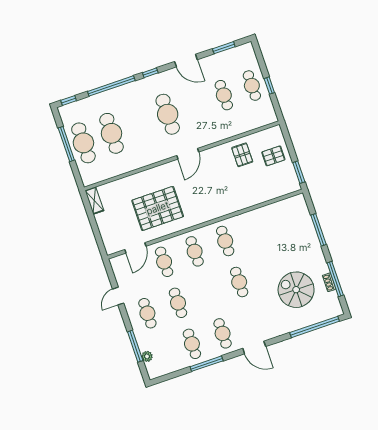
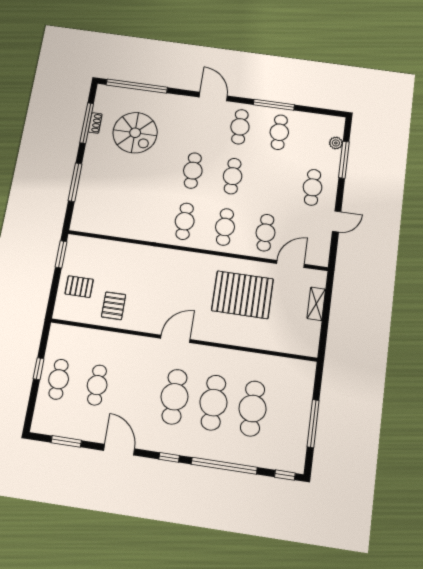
cafe table: (83, 143) -> (213, 403), moved
shelving: (94, 201) -> (316, 304), moved
cafe table: (178, 303) -> (233, 176), moved

